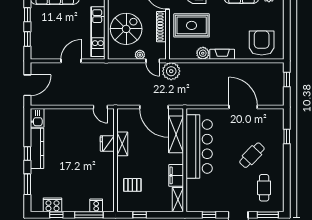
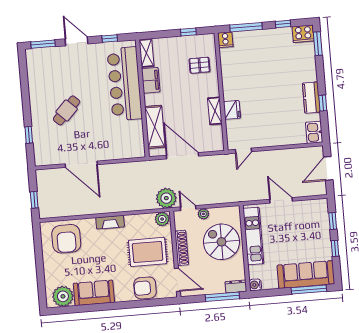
spiral stairs: (126, 29) -> (221, 242), turned 90
plant: (203, 53) -> (162, 219), moved
door: (71, 61) -> (281, 200), swing flipped
door: (100, 107) -> (243, 151), swing flipped
bar counter: (199, 146) -> (125, 84), moved
kitchen counter: (37, 148) -> (311, 98), width x0.67
window: (27, 154) -> (323, 103), moved
window: (27, 184) -> (318, 44), moved
cafe table: (264, 188) -> (50, 75), removed
cooker: (52, 205) -> (303, 34), moved
cooker: (96, 205) -> (225, 40), moved

